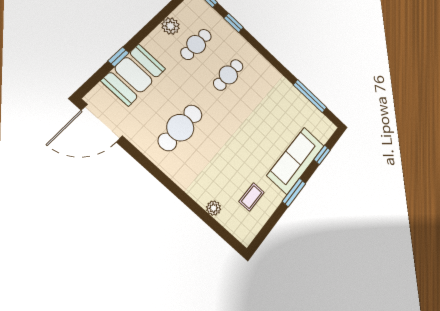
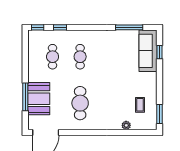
plant: (171, 26) -> (34, 60), removed
window: (118, 57) -> (25, 97), width x2.17
sofa: (296, 160) -> (148, 51), moved
window: (294, 192) -> (159, 114), moved

